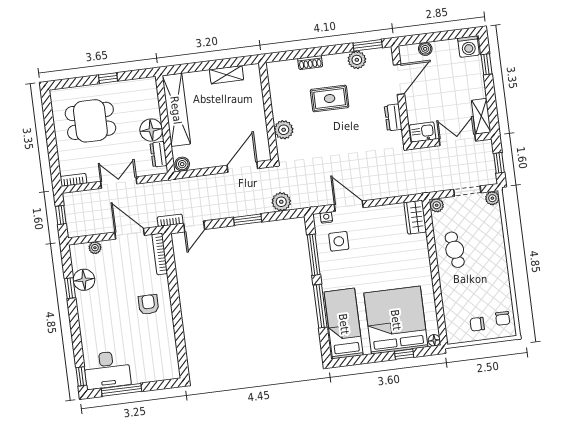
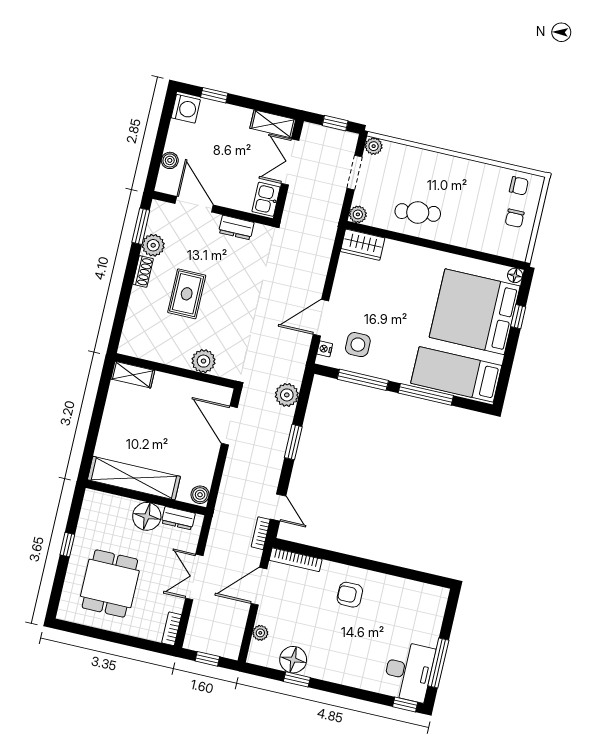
shoe rack: (310, 63) -> (143, 271), moved
shelving: (227, 75) -> (133, 375), moved, turned 90

